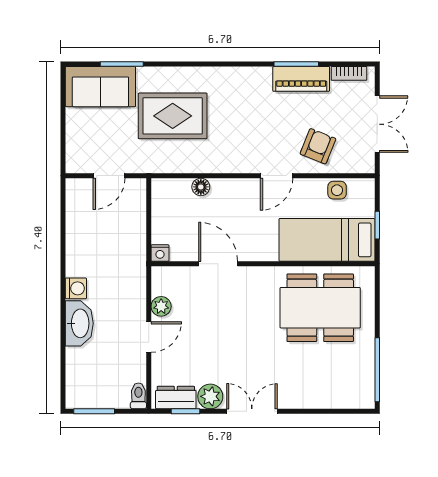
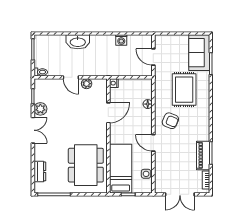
armchair: (318, 146) -> (170, 121), moved
washing machine: (76, 288) -> (121, 40), moved
dresser: (176, 398) -> (40, 171), moved

